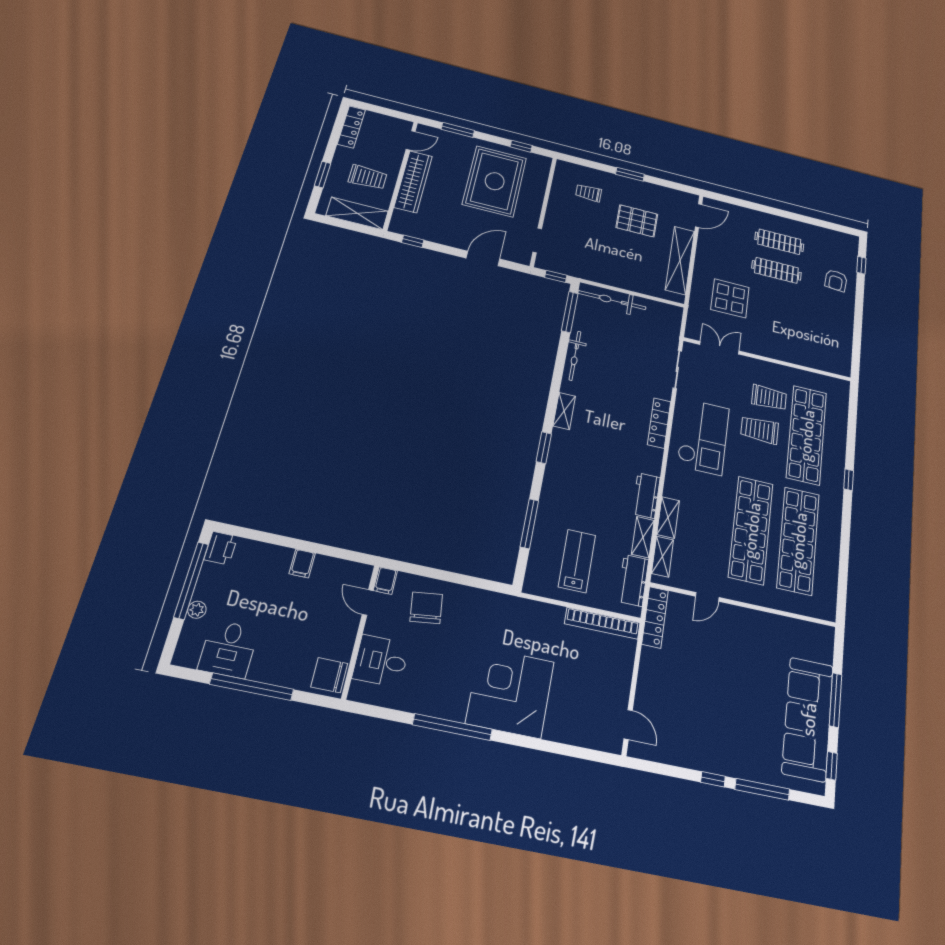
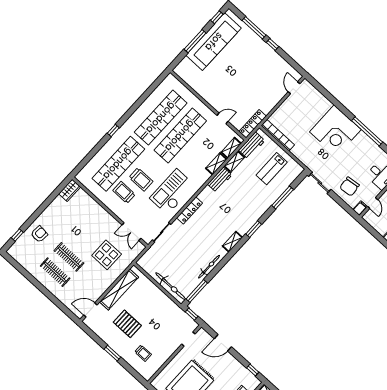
wardrobe: (842, 360) -> (70, 190), added
sliding door: (482, 584) -> (320, 183), added

